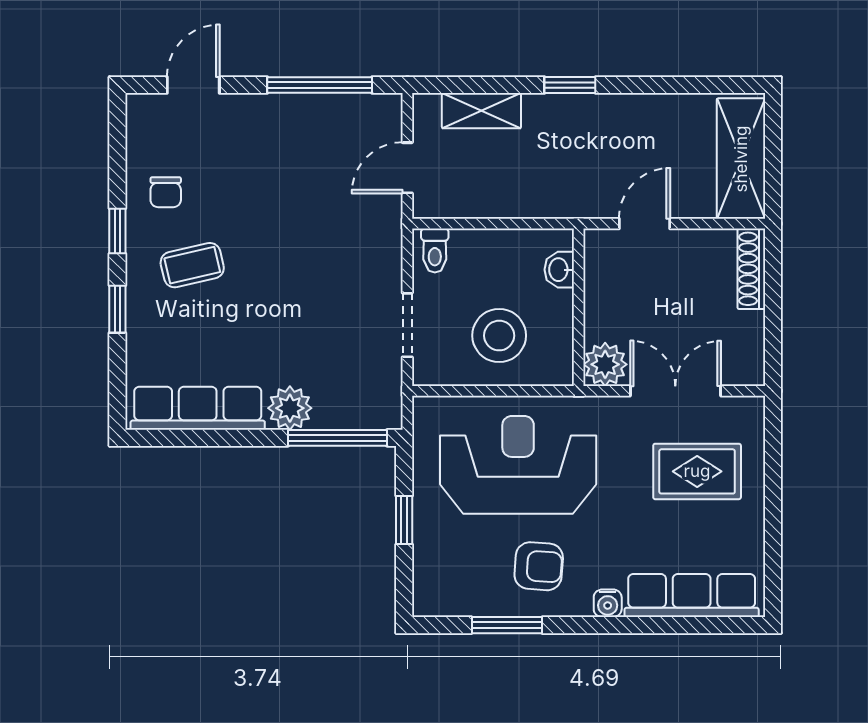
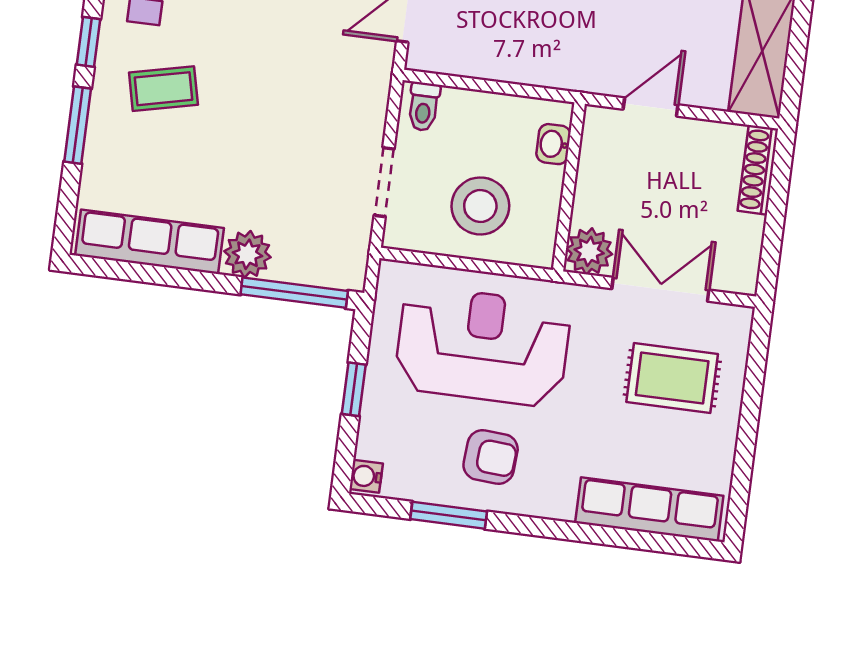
window: (117, 309) -> (78, 125), width x1.50
water cooler: (608, 603) -> (366, 476), moved, turned 90

